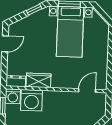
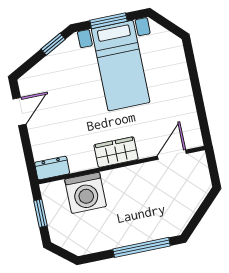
wardrobe: (39, 80) -> (116, 152), moved
washing machine: (13, 96) -> (53, 194), removed

